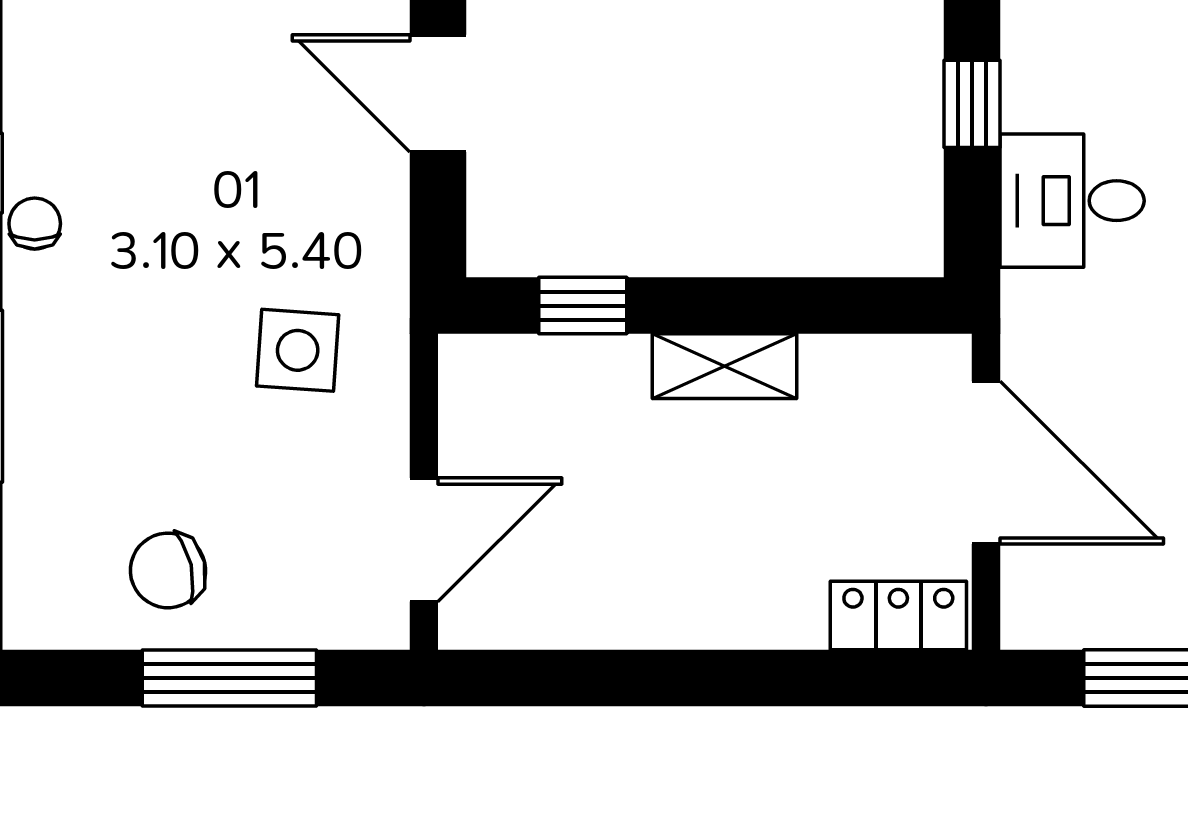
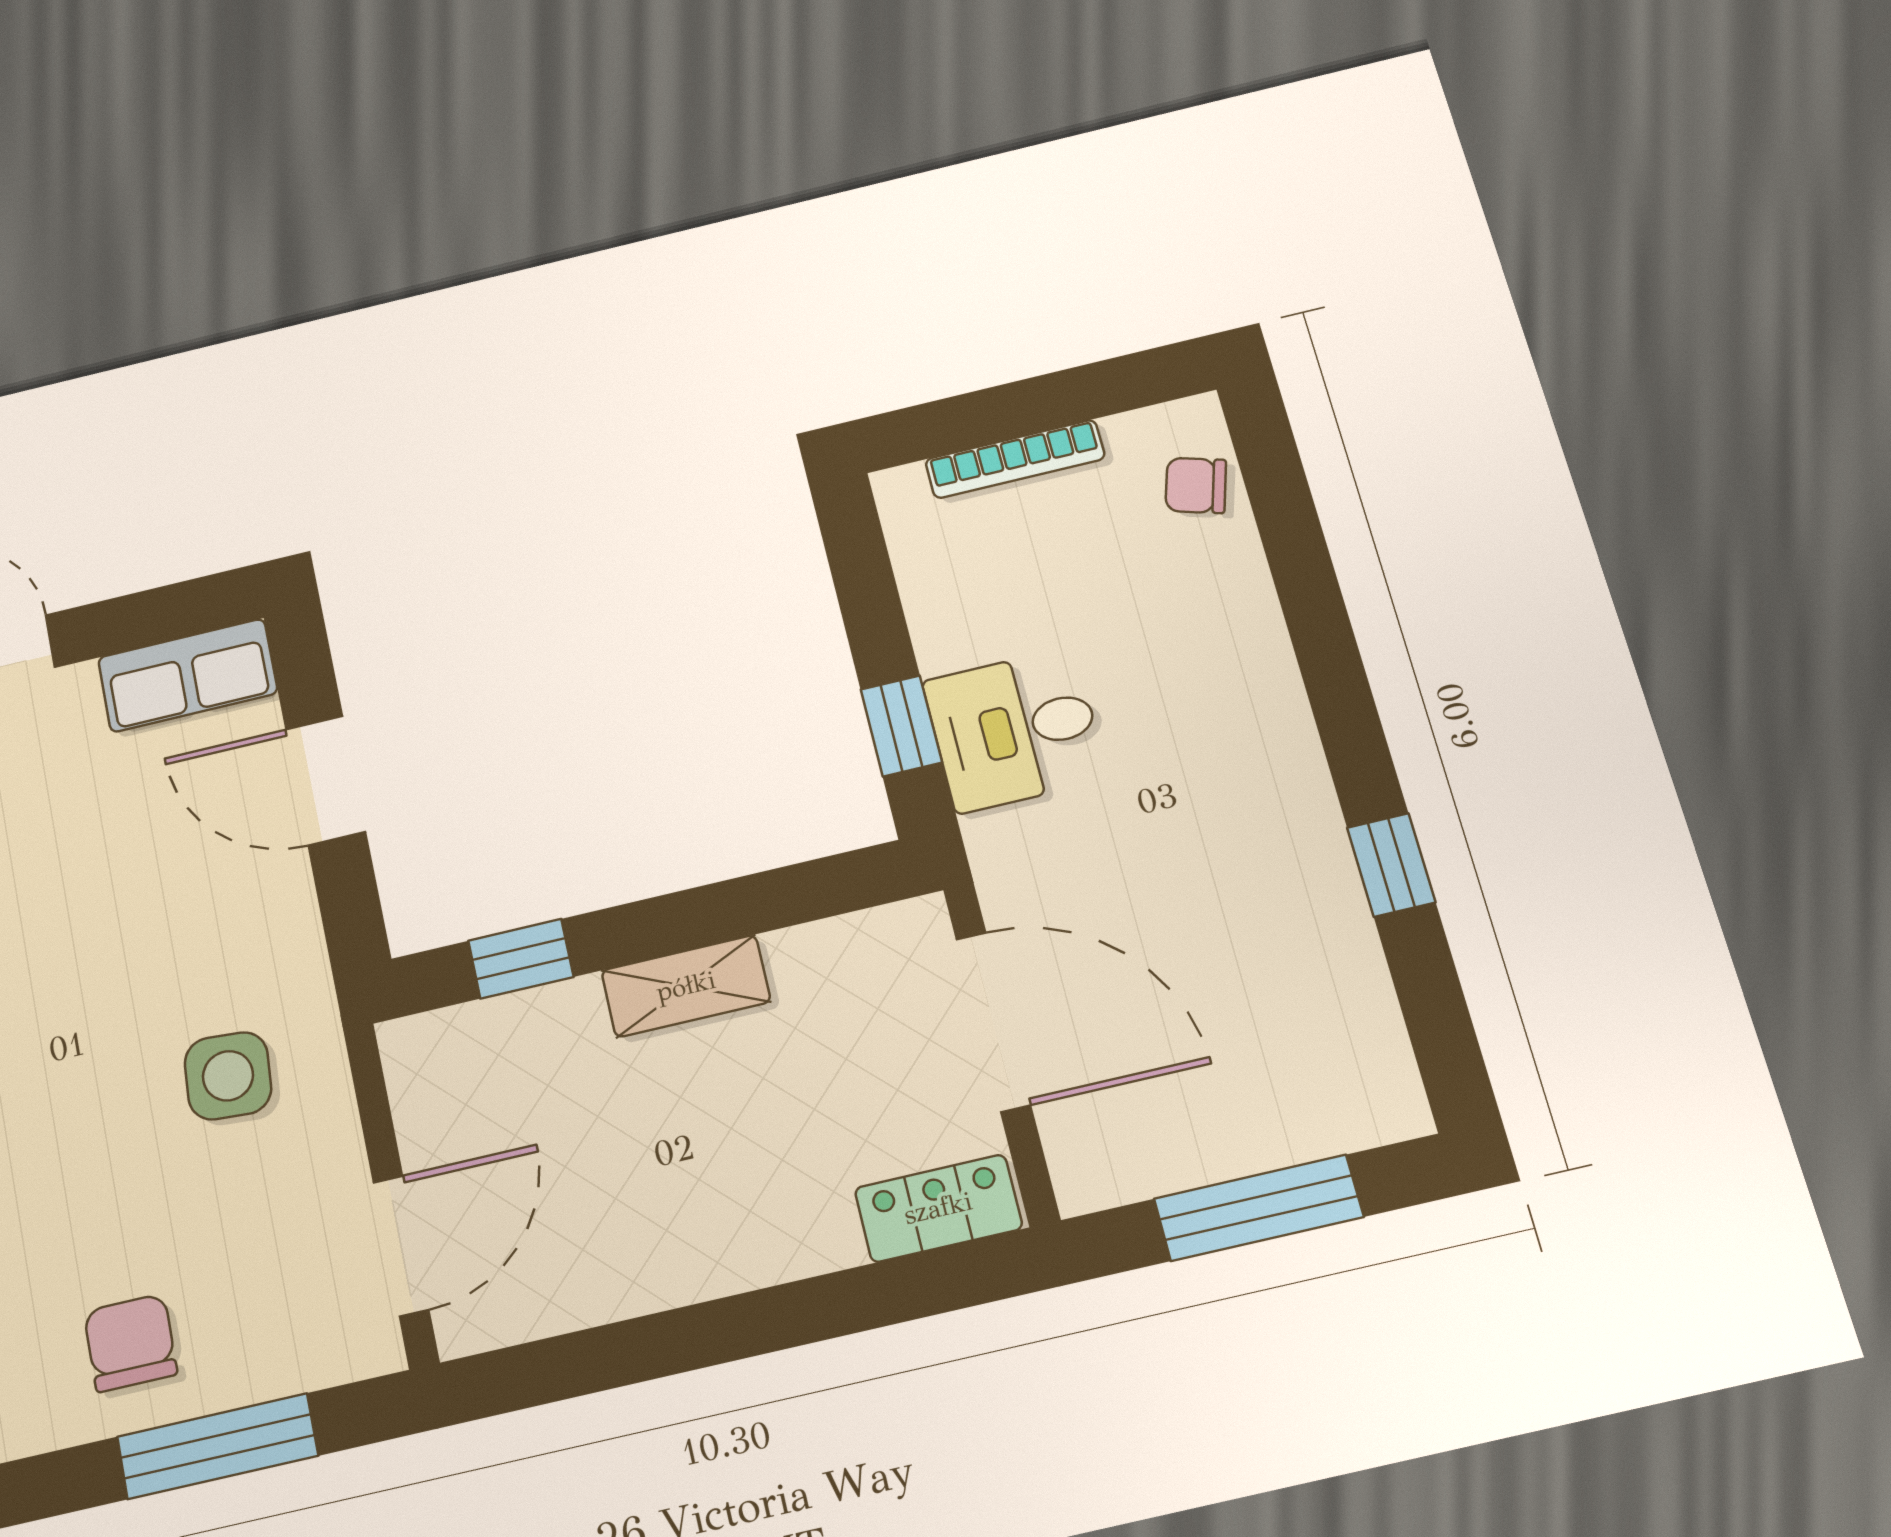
window: (972, 104) -> (901, 726), moved
chair: (168, 570) -> (130, 1343), turned 103

